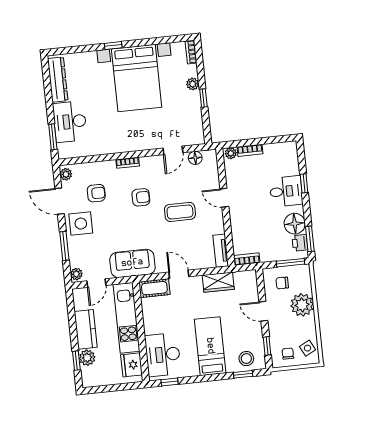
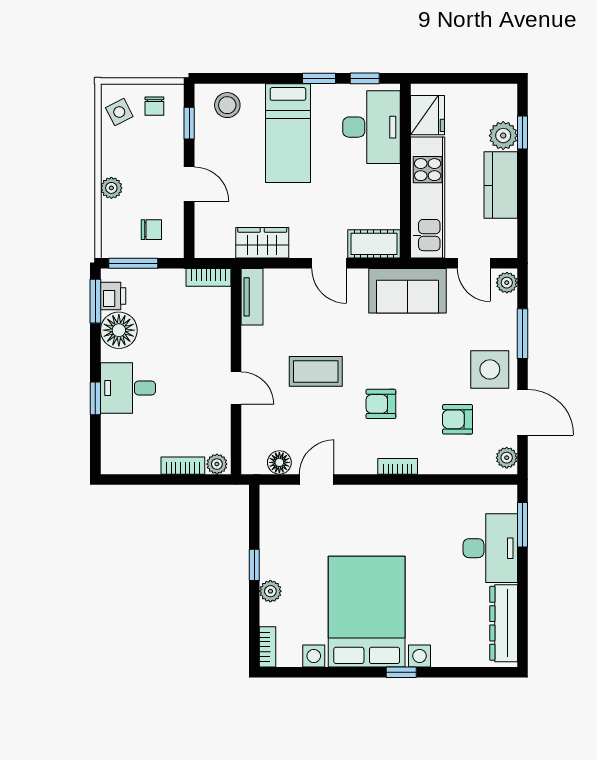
door: (96, 283) -> (474, 263), swing flipped
plant: (302, 305) -> (111, 188), width x0.53, depth x0.53
window: (243, 374) -> (319, 78), moved

